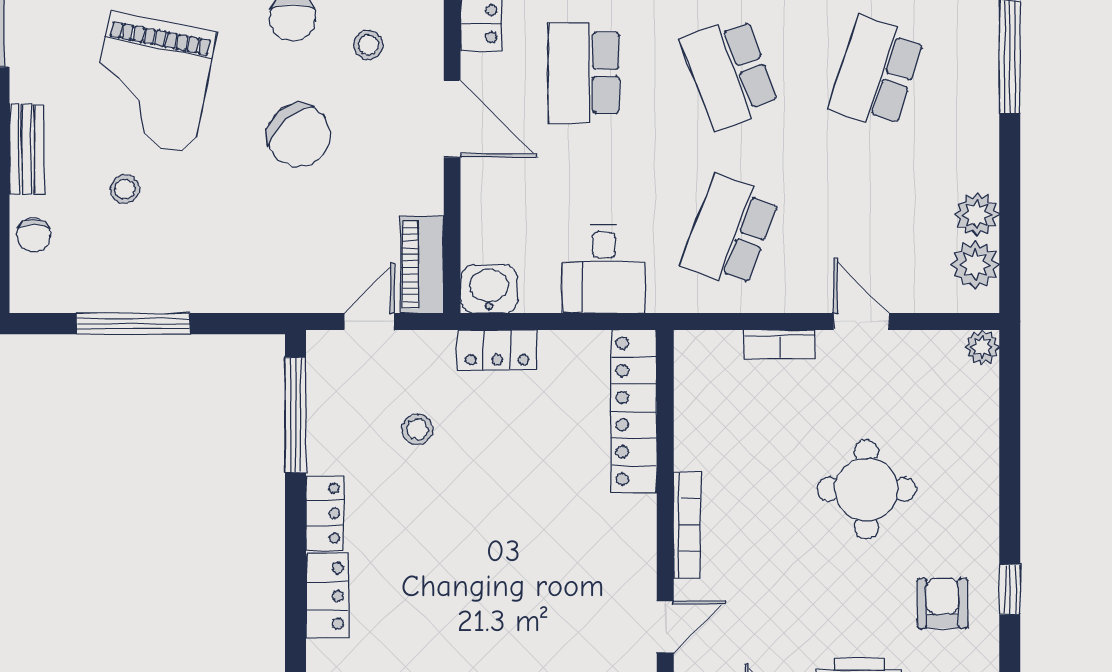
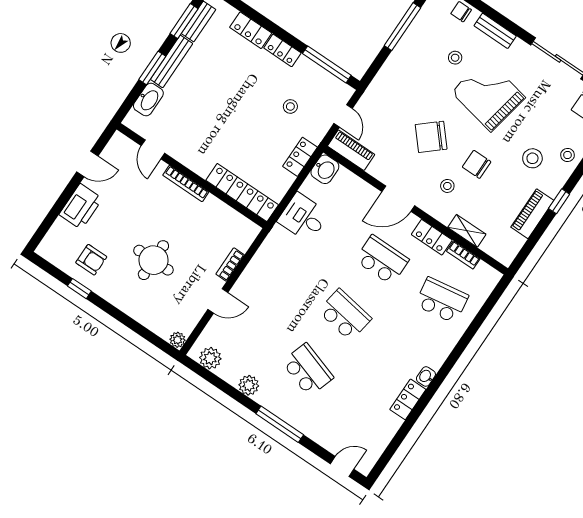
school desk: (730, 73) -> (345, 315), turned 30
plant: (977, 215) -> (249, 385), moved
school desk: (730, 232) -> (285, 274), removed

